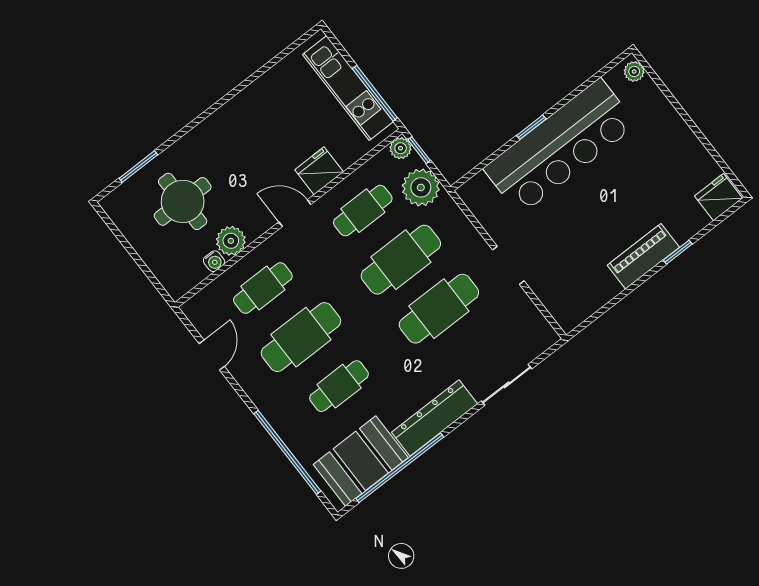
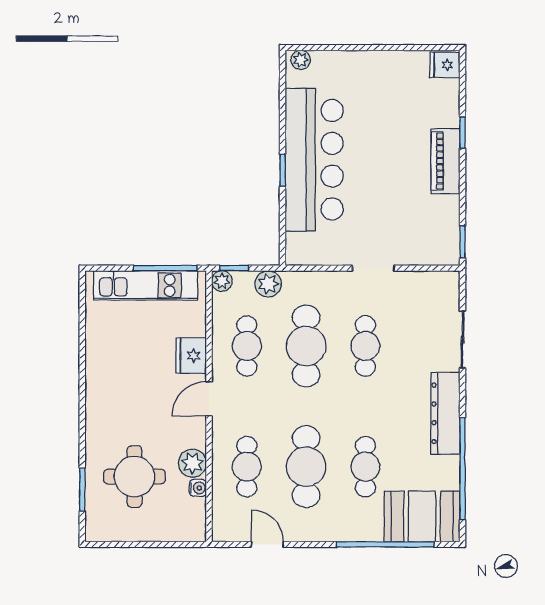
plant: (421, 187) -> (268, 284), width x0.73, depth x0.73
fridge: (718, 197) -> (445, 65), width x0.72
cafe table: (439, 309) -> (365, 346), width x0.73, depth x0.74
window: (587, 322) -> (462, 242), added
booth: (361, 461) -> (422, 517), moved, turned 90

